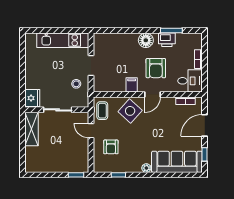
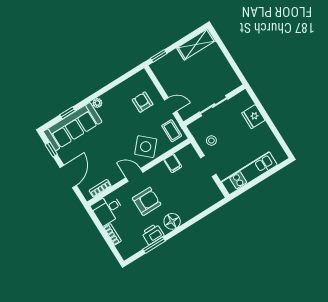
armchair: (156, 68) -> (147, 201), turned 90
filing cabinet: (132, 85) -> (173, 163), moved
door: (153, 94) -> (134, 175), hinge flipped
fridge: (32, 98) -> (253, 117), moved
shelving: (31, 129) -> (196, 44), moved, turned 90
window: (118, 175) -> (68, 113), moved

